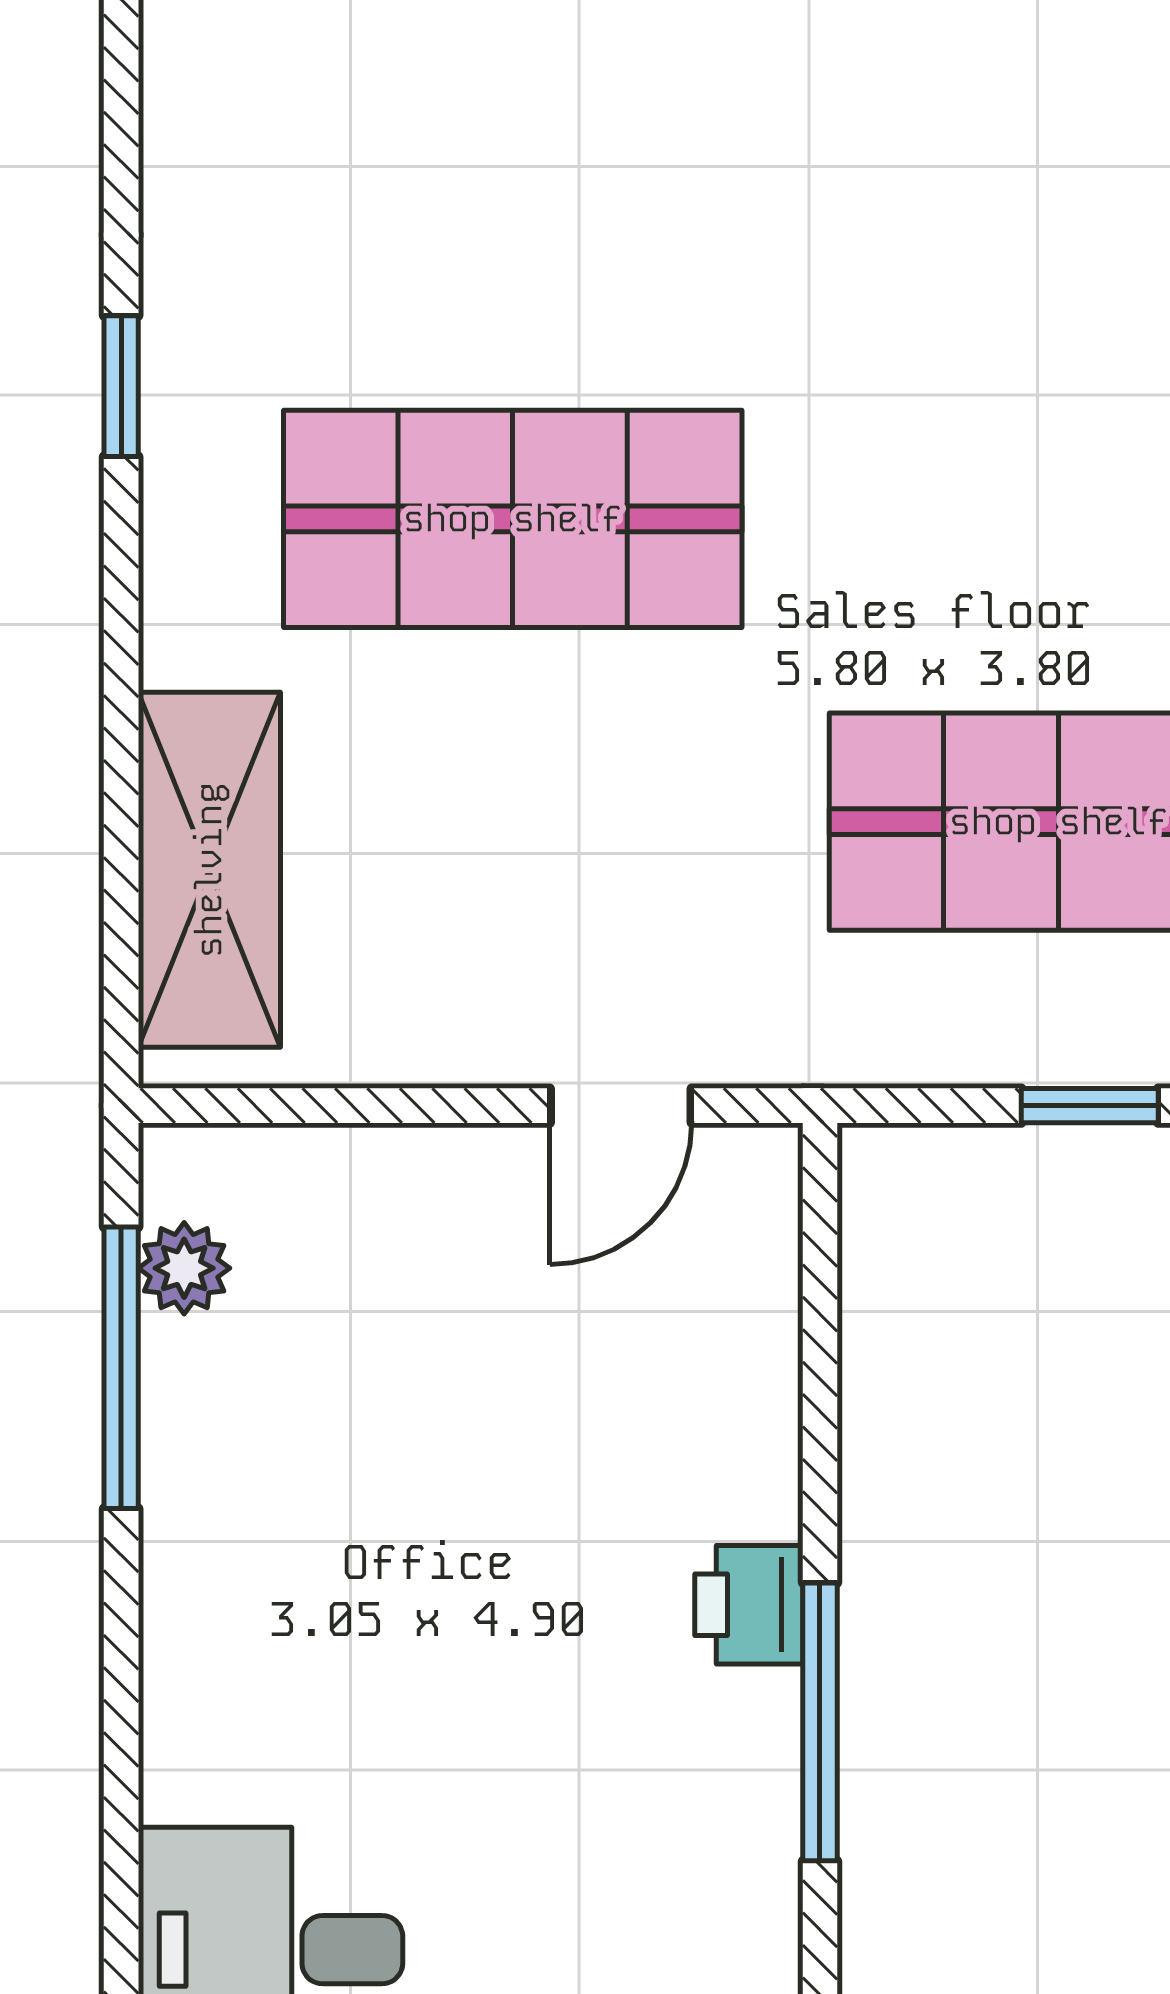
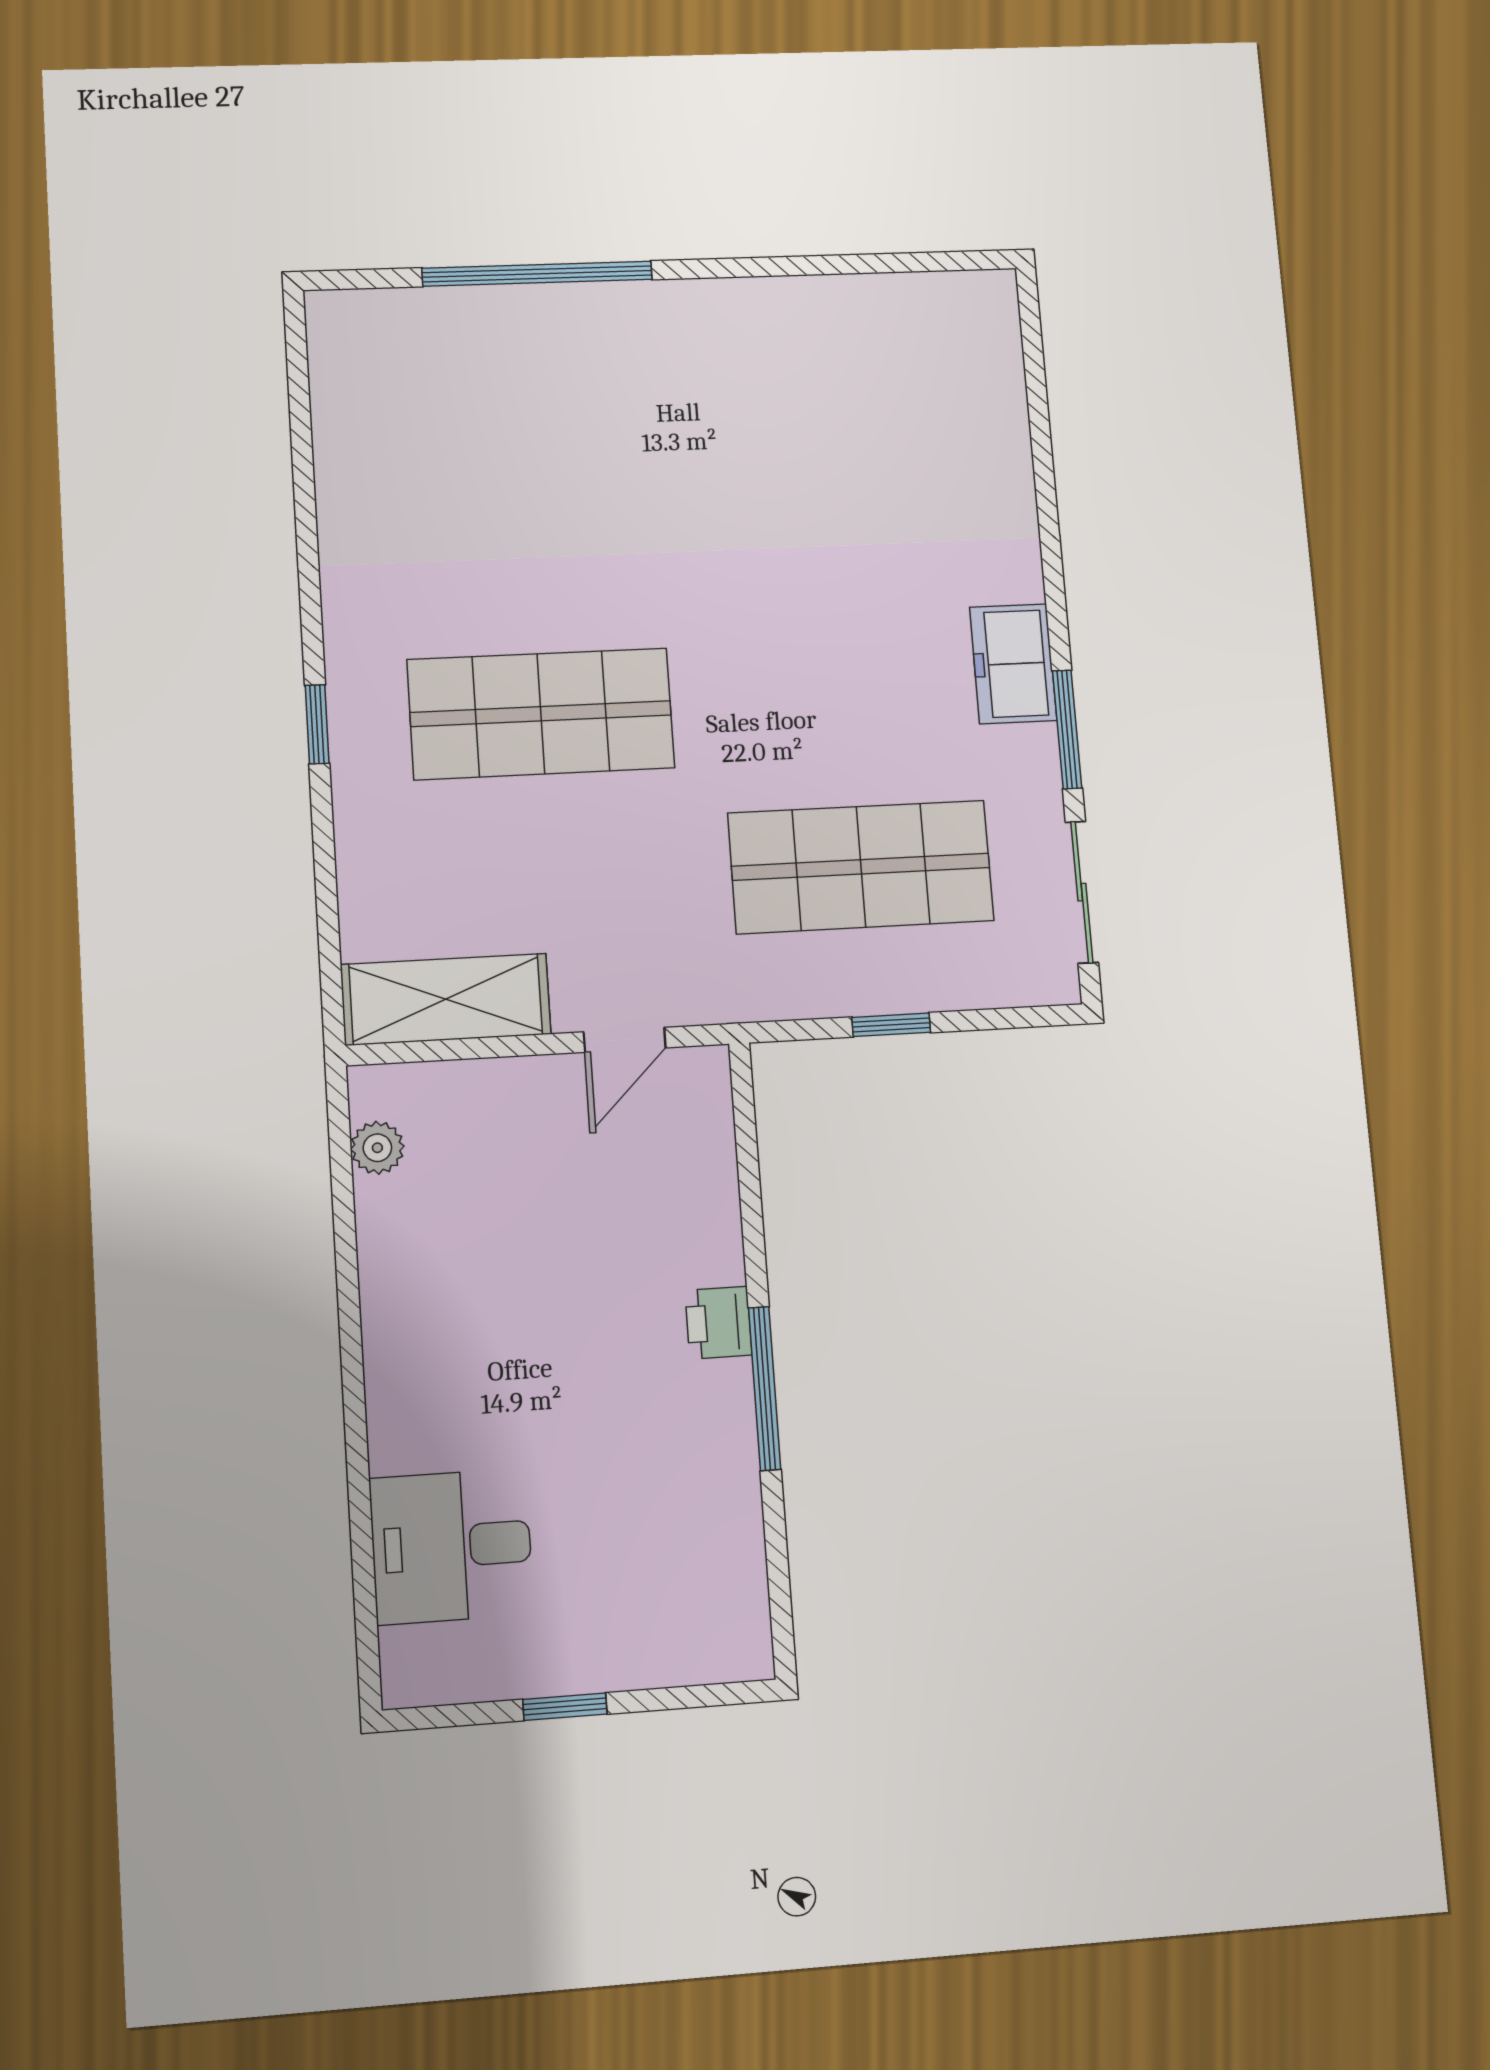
window: (121, 386) -> (317, 724), moved
shelving: (209, 870) -> (446, 999), moved, turned 90
window: (121, 1368) -> (344, 1208), removed

